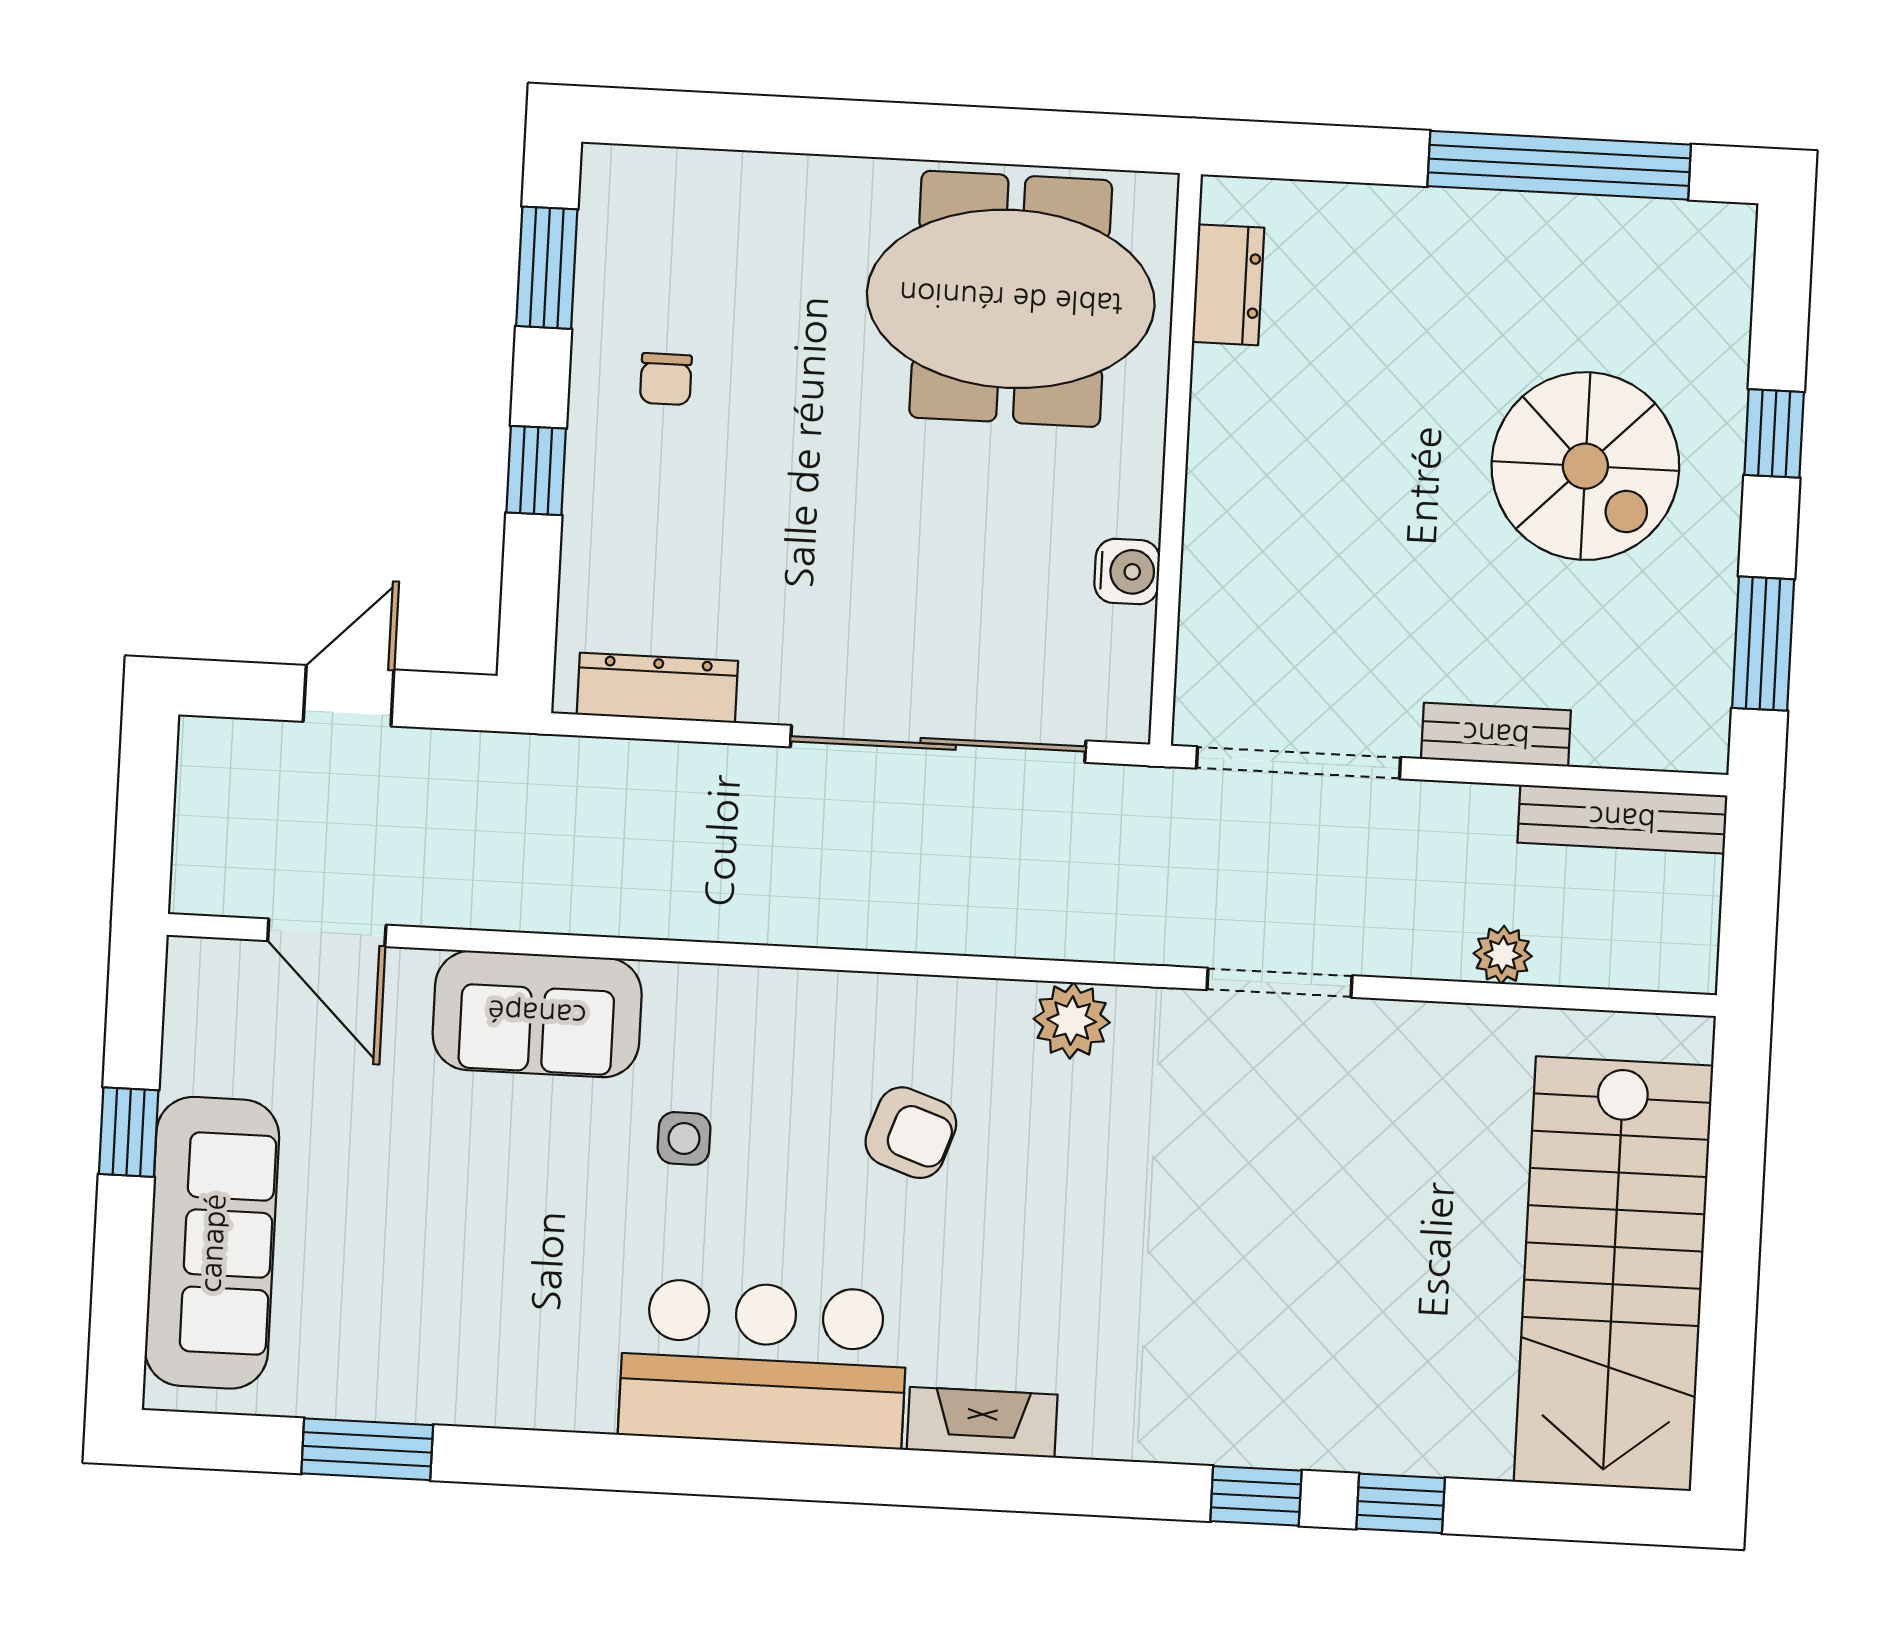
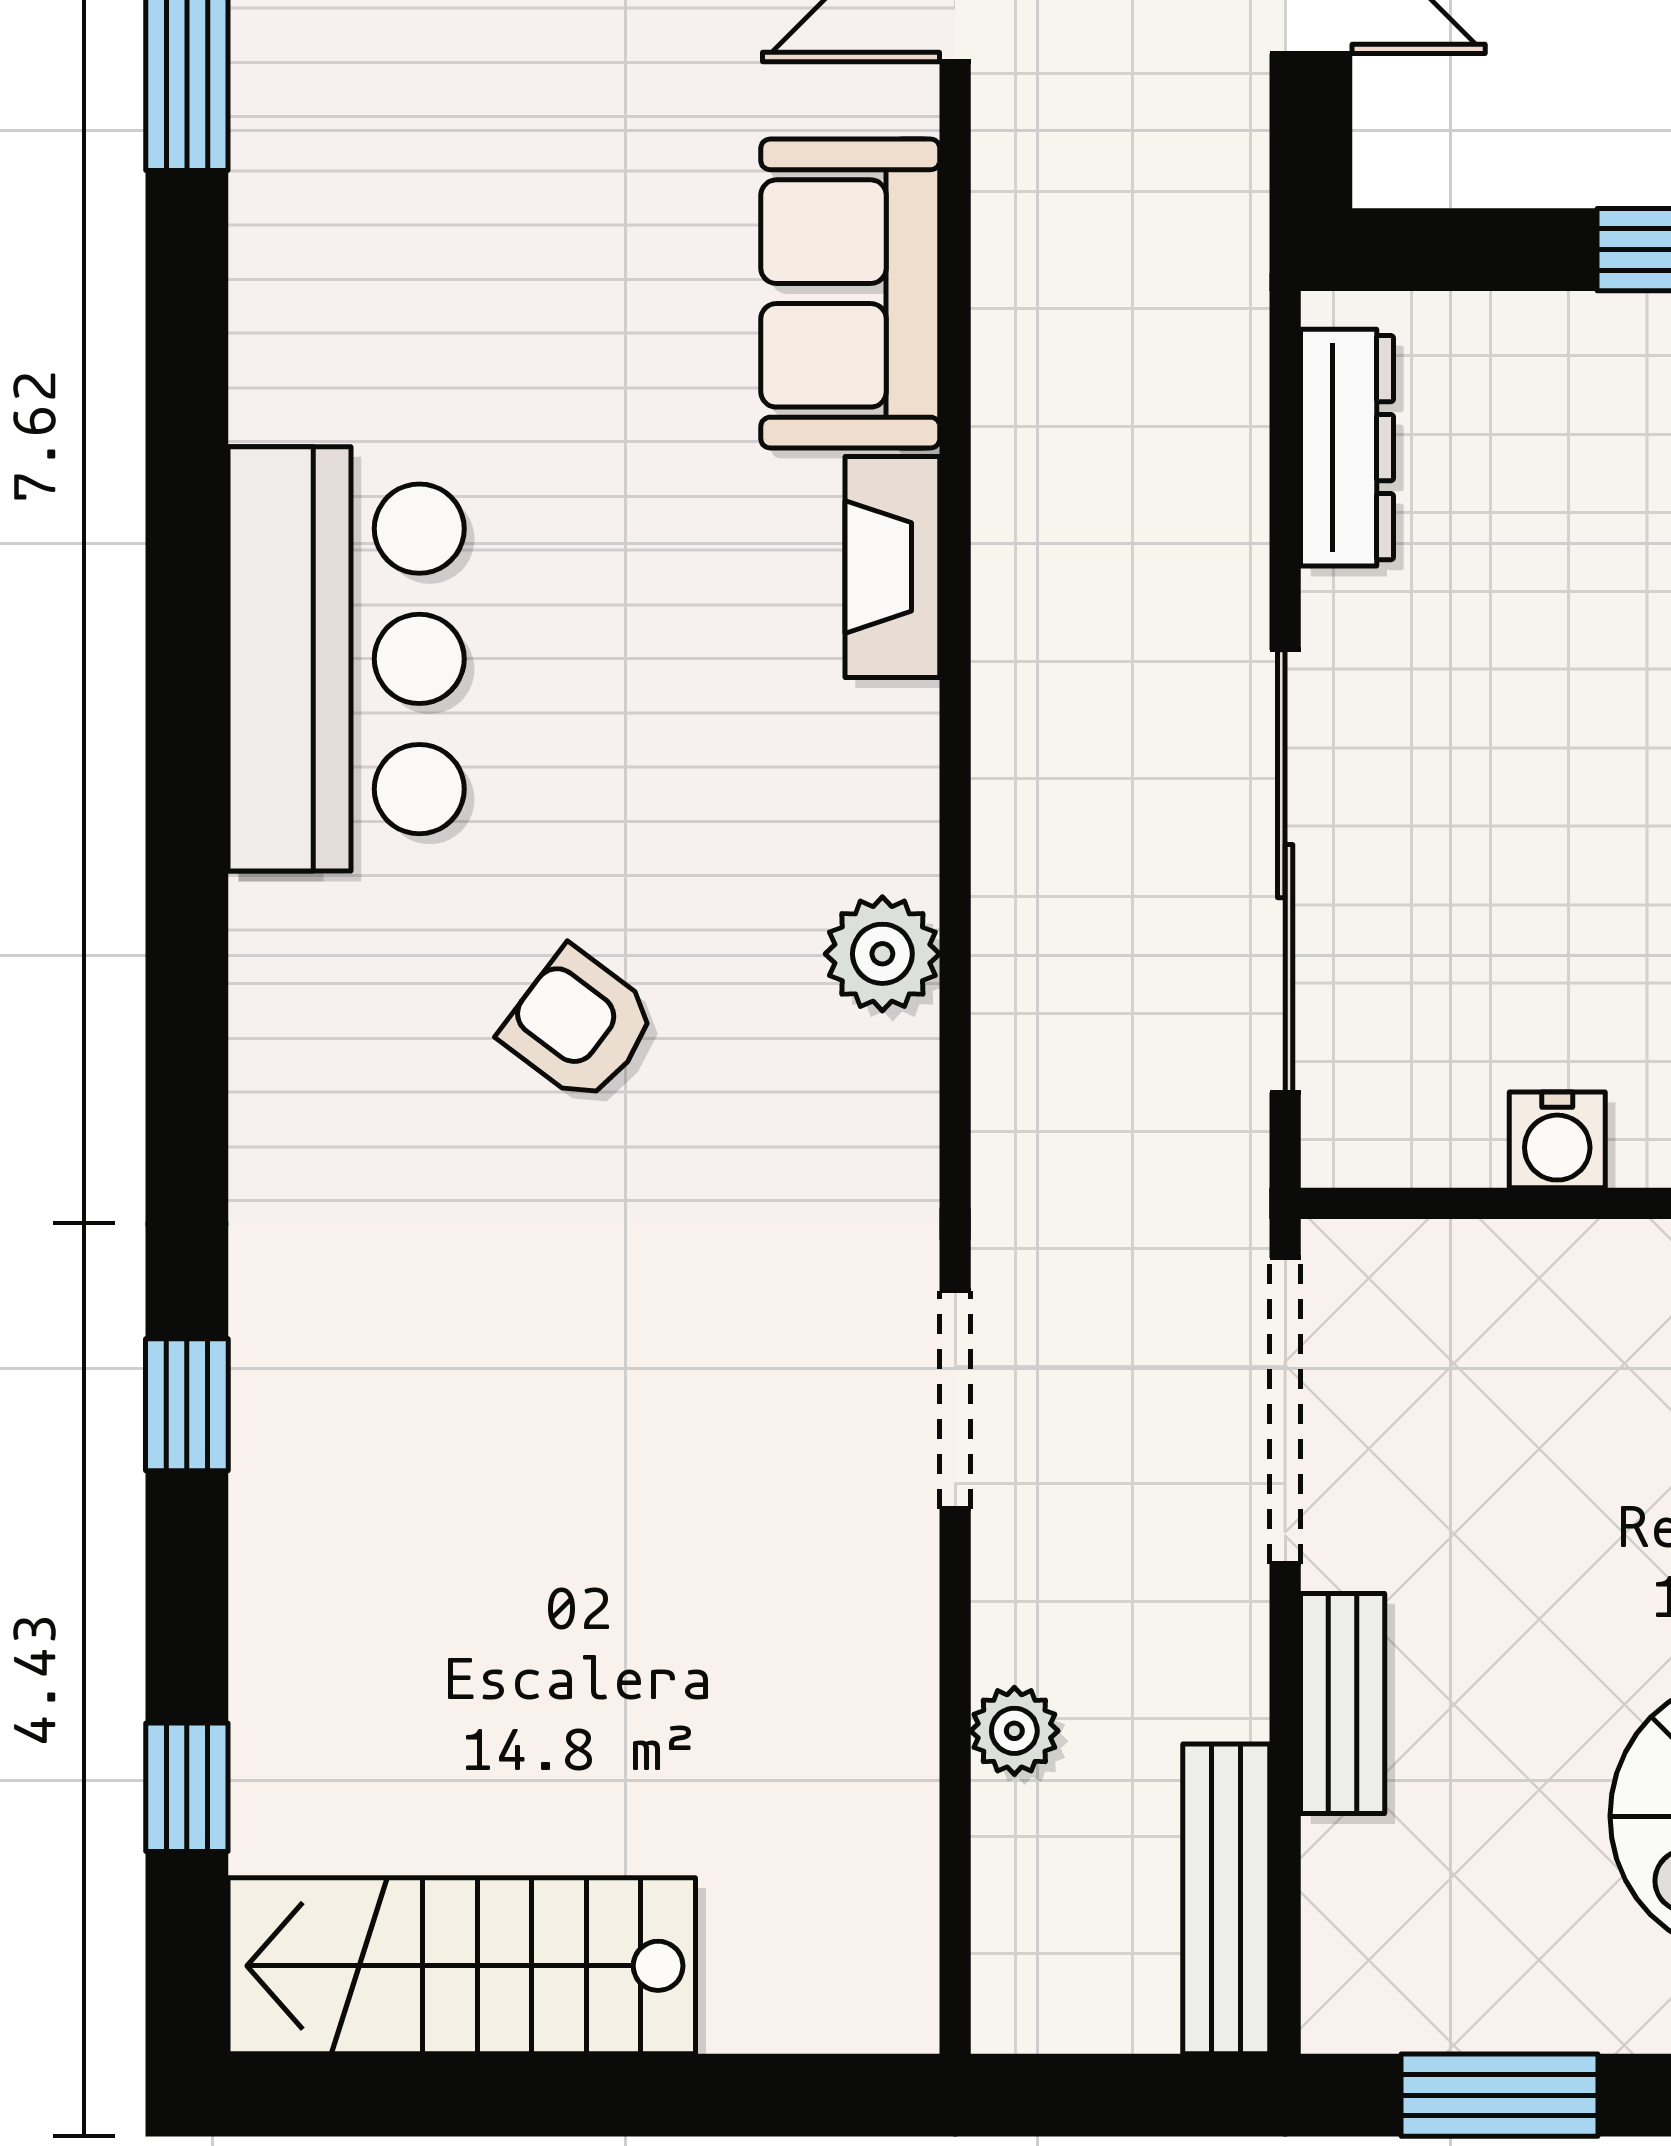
plant: (1072, 1021) -> (882, 954), moved
armchair: (911, 1133) -> (579, 1025), moved, turned 108
side table: (684, 1138) -> (676, 523), removed
stairs: (1613, 1274) -> (462, 1966), width x0.73, depth x0.66
fireplace: (982, 1422) -> (892, 567), moved, turned 180
window: (1401, 1503) -> (187, 1787), moved

